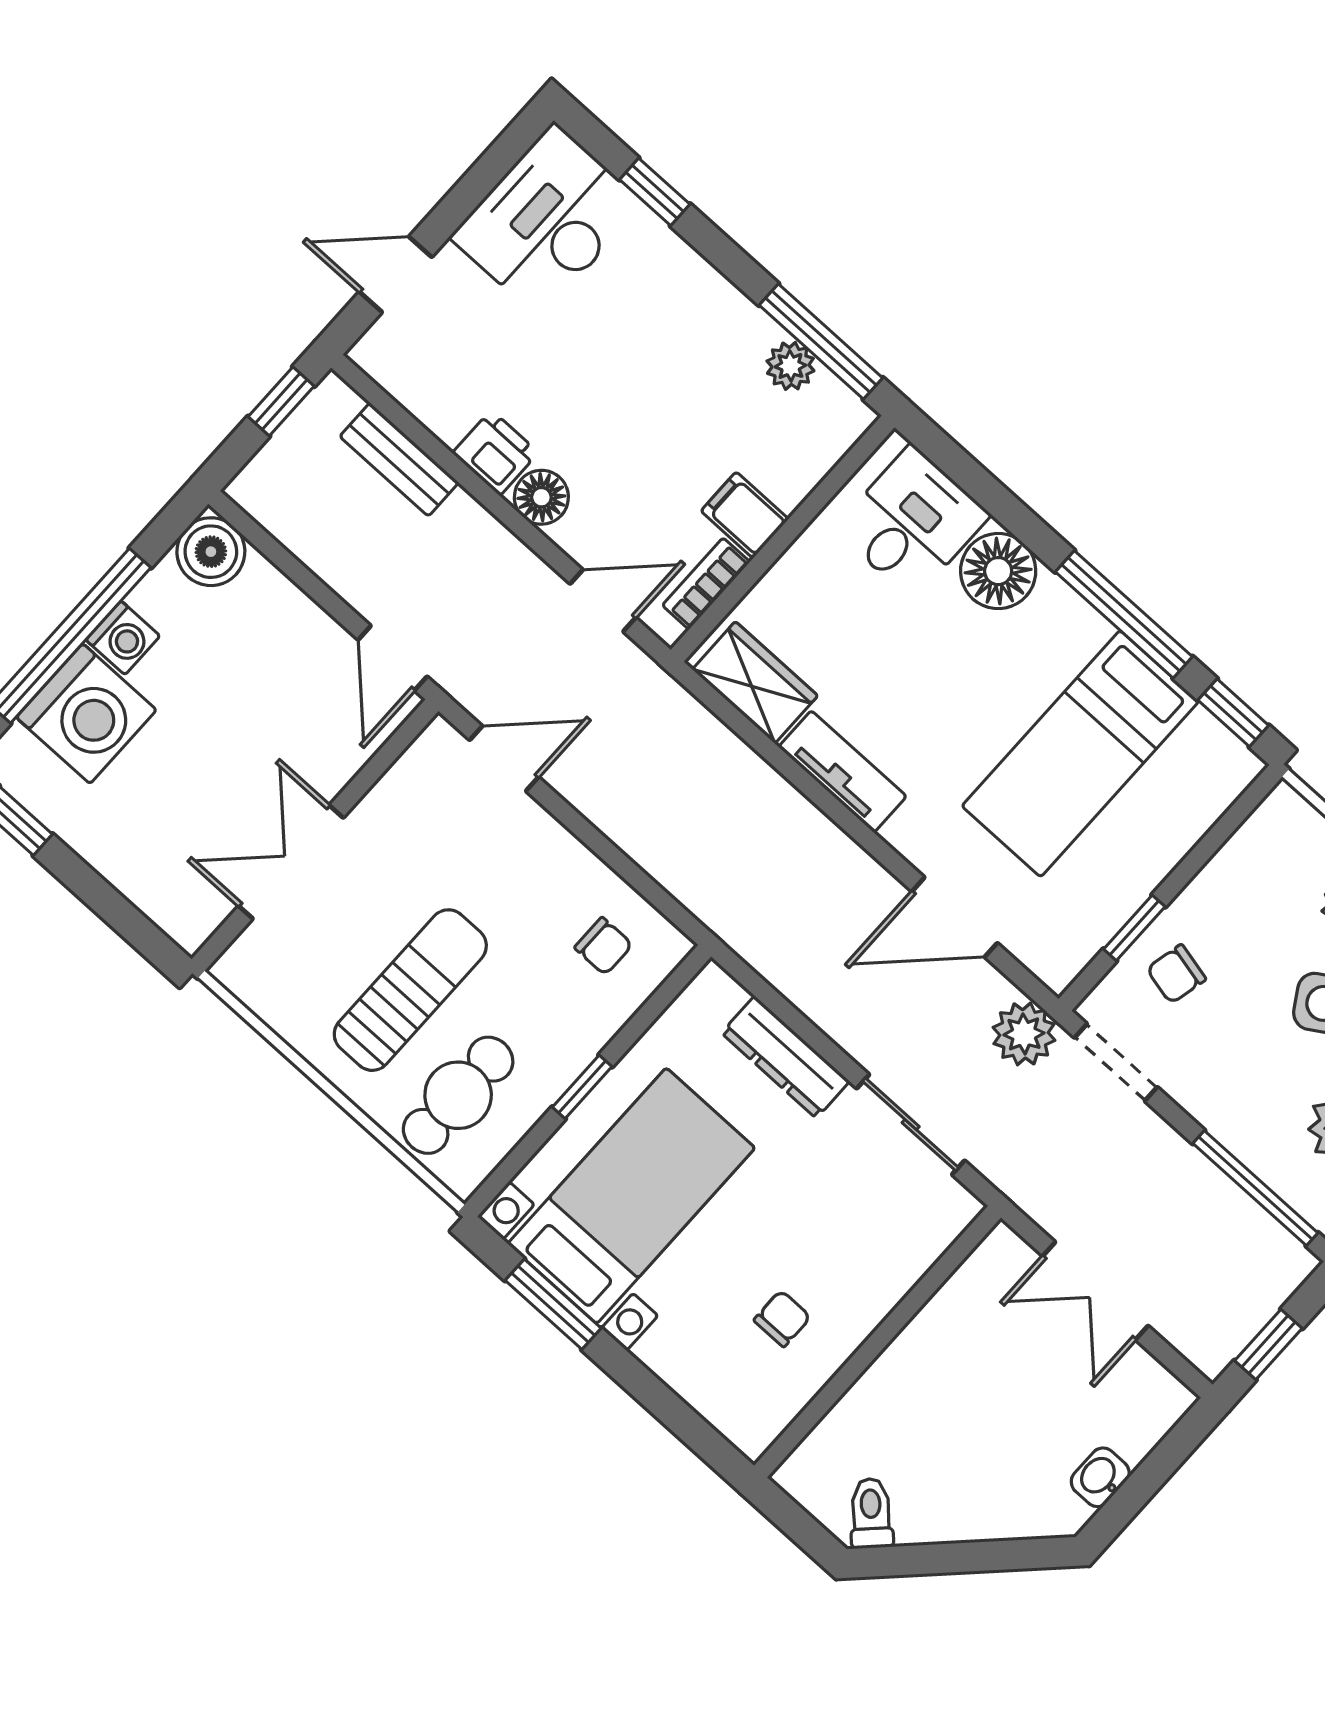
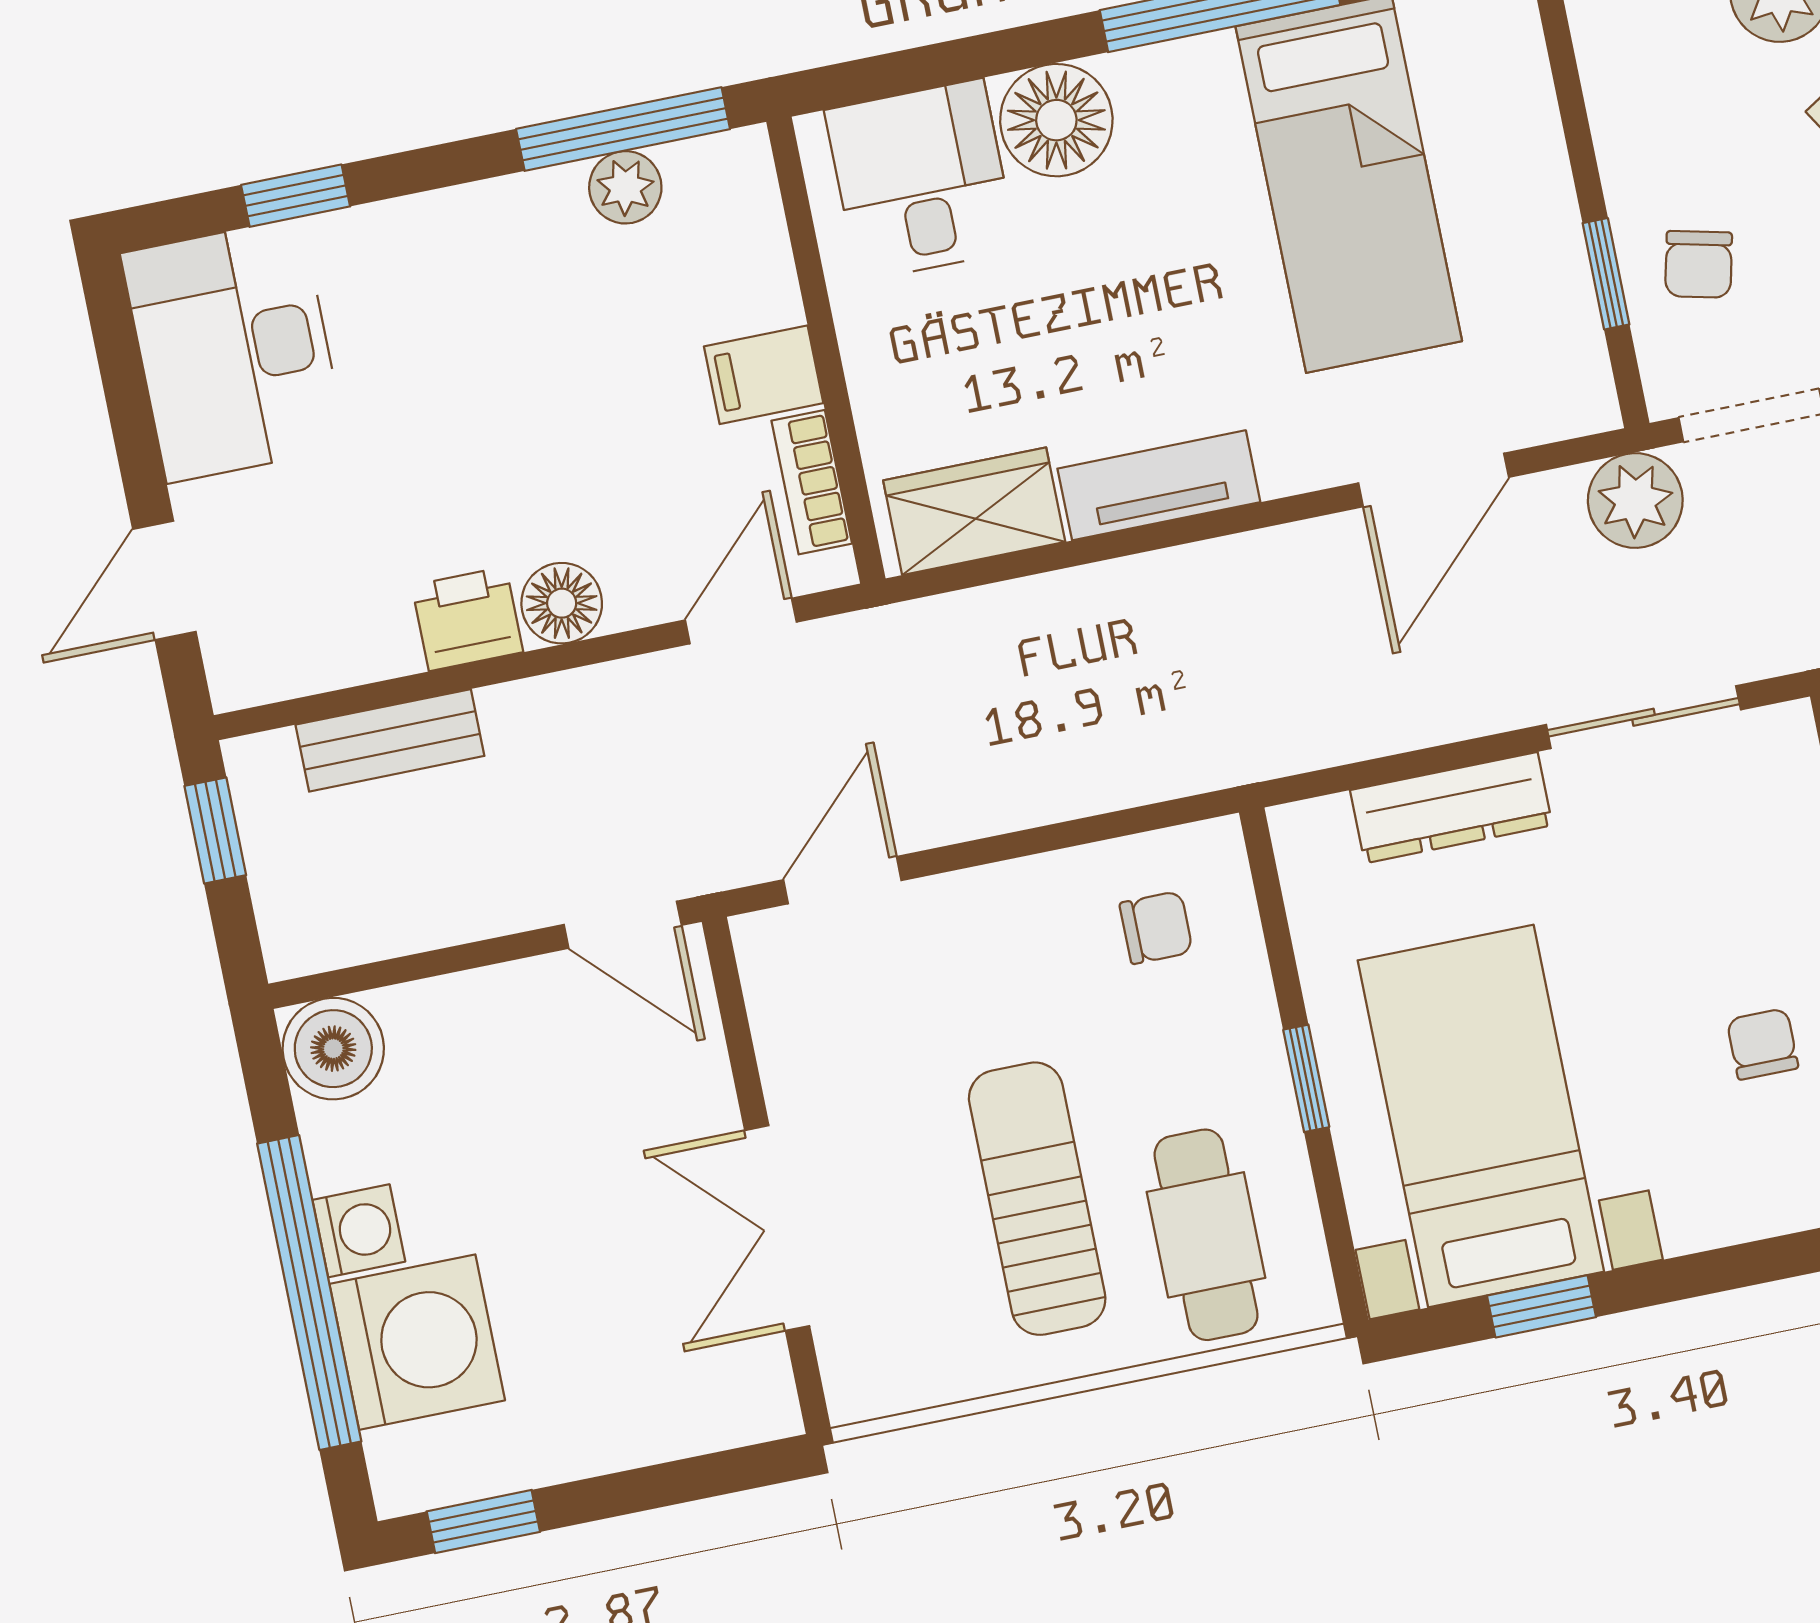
window: (553, 1304) -> (1541, 1306), width x0.67

